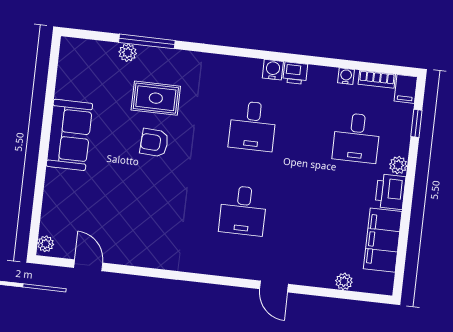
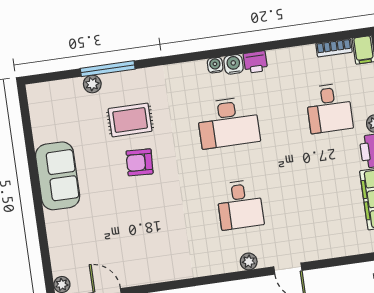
water cooler: (346, 76) -> (215, 65), moved
desk: (253, 126) -> (228, 122), width x1.37
plant: (344, 281) -> (249, 261), moved

